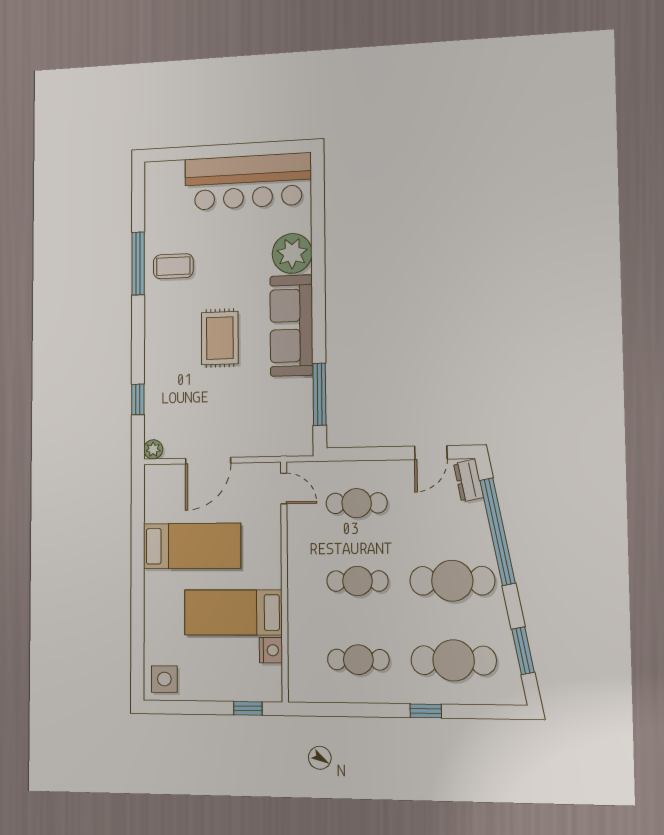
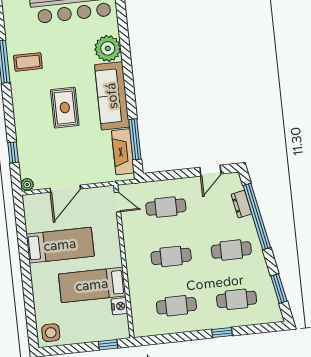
fireplace: (299, 412) -> (123, 152), added
dresser: (468, 480) -> (241, 204), moved
cafe table: (452, 581) -> (231, 250), width x0.73, depth x0.74
cafe table: (454, 660) -> (237, 299), width x0.73, depth x0.74

